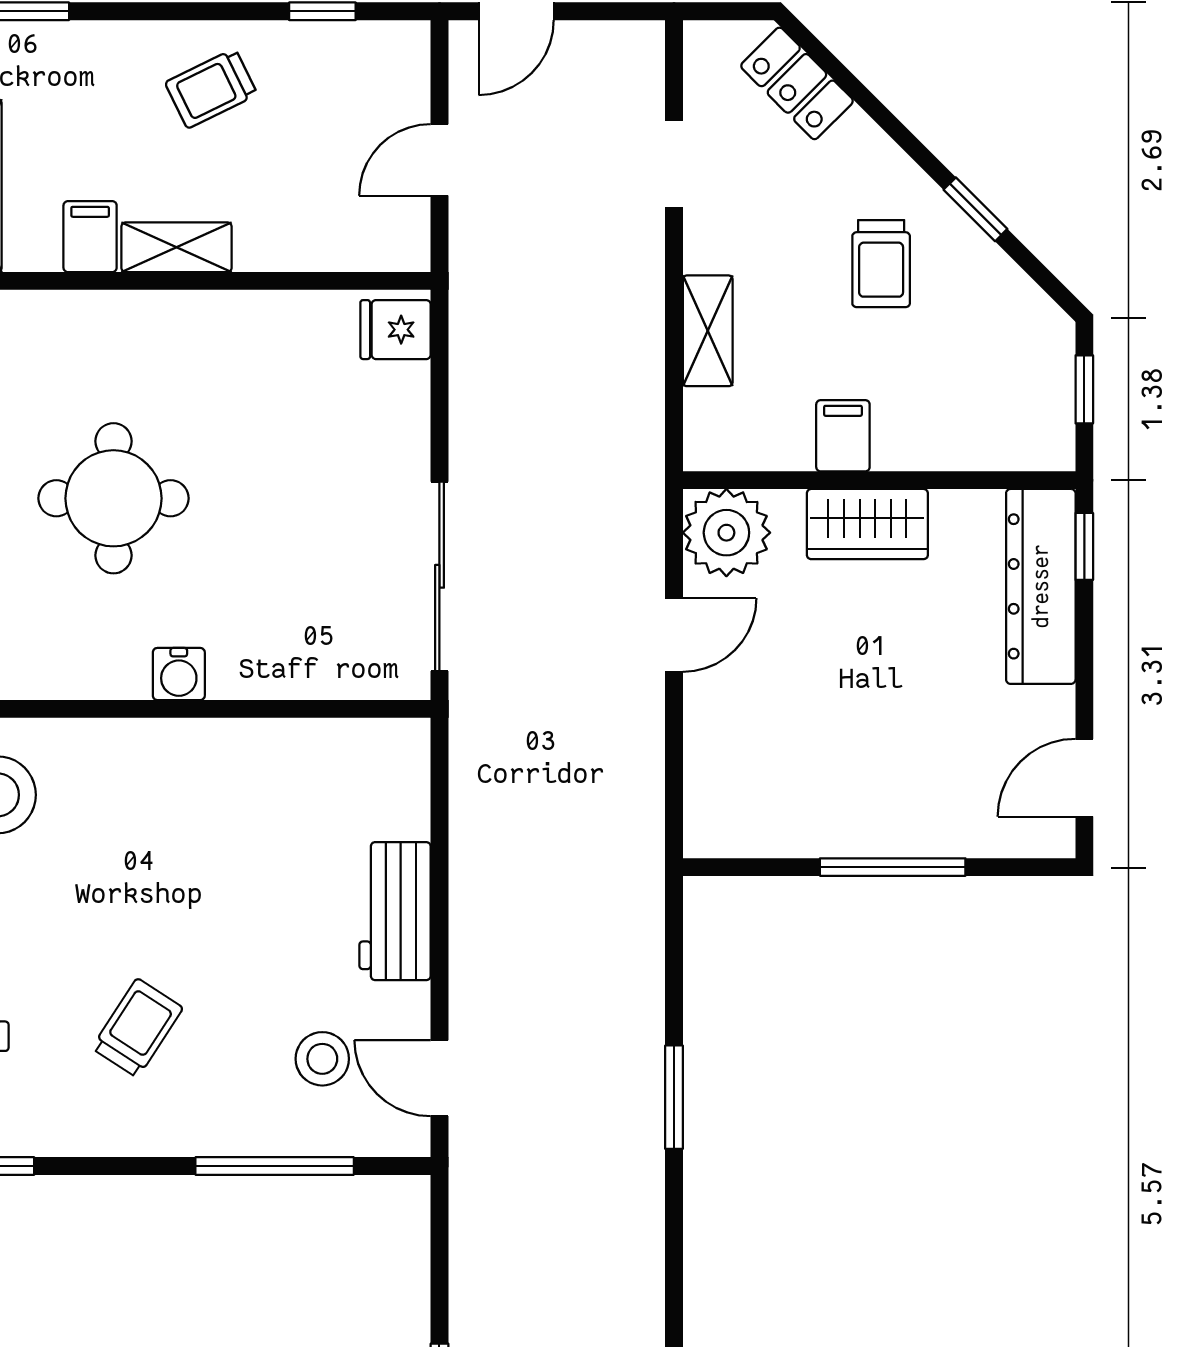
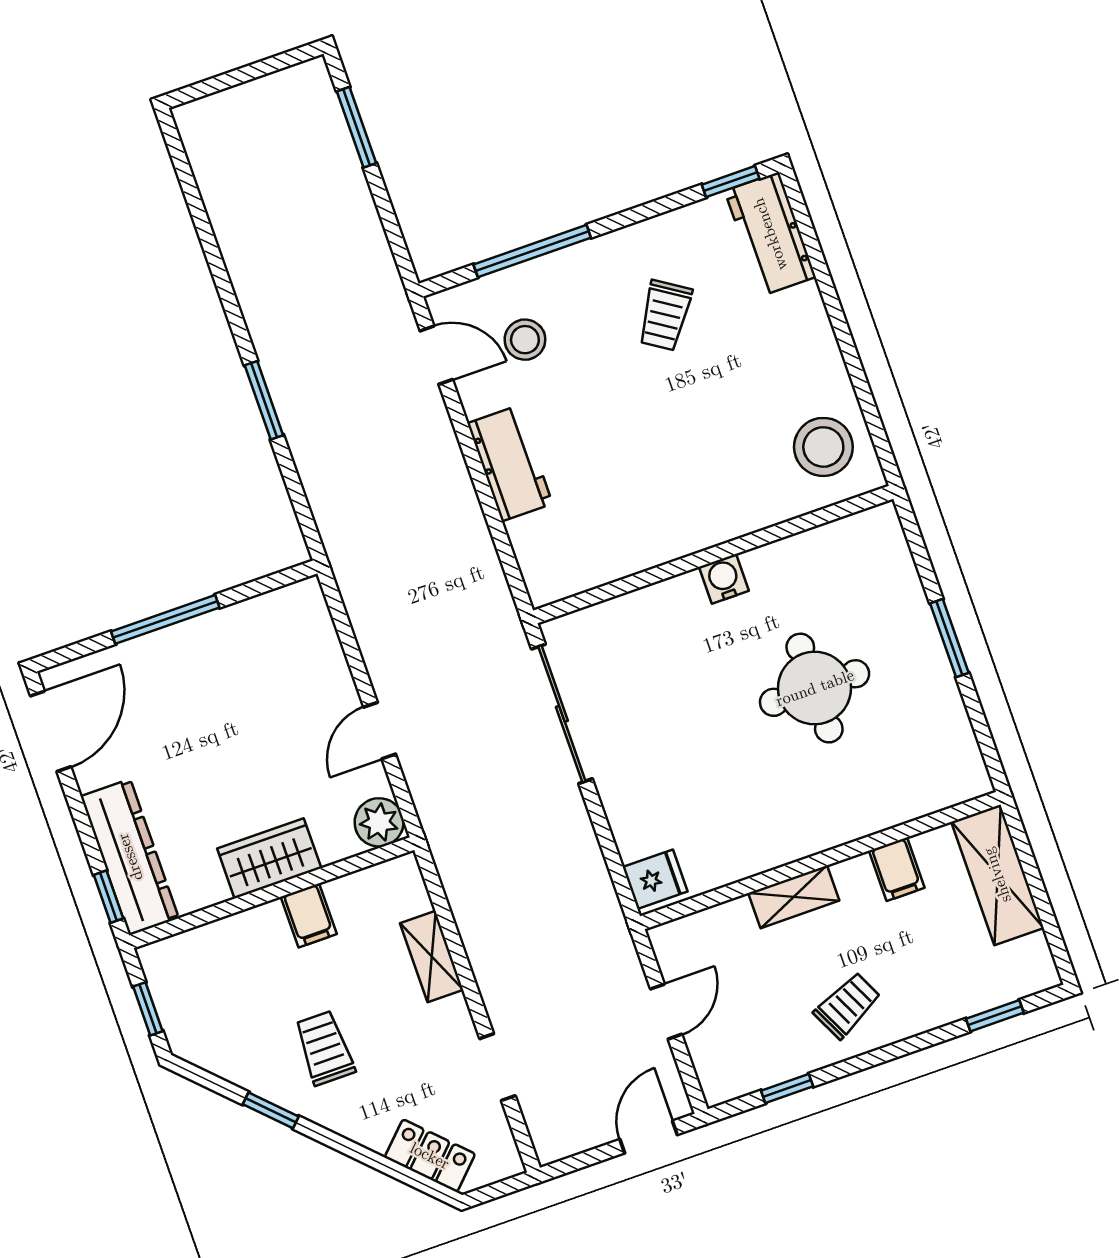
shelving: (177, 247) -> (794, 897), moved
plant: (726, 533) -> (379, 822), width x0.73, depth x0.73
door: (1084, 778) -> (51, 731), width x1.38

